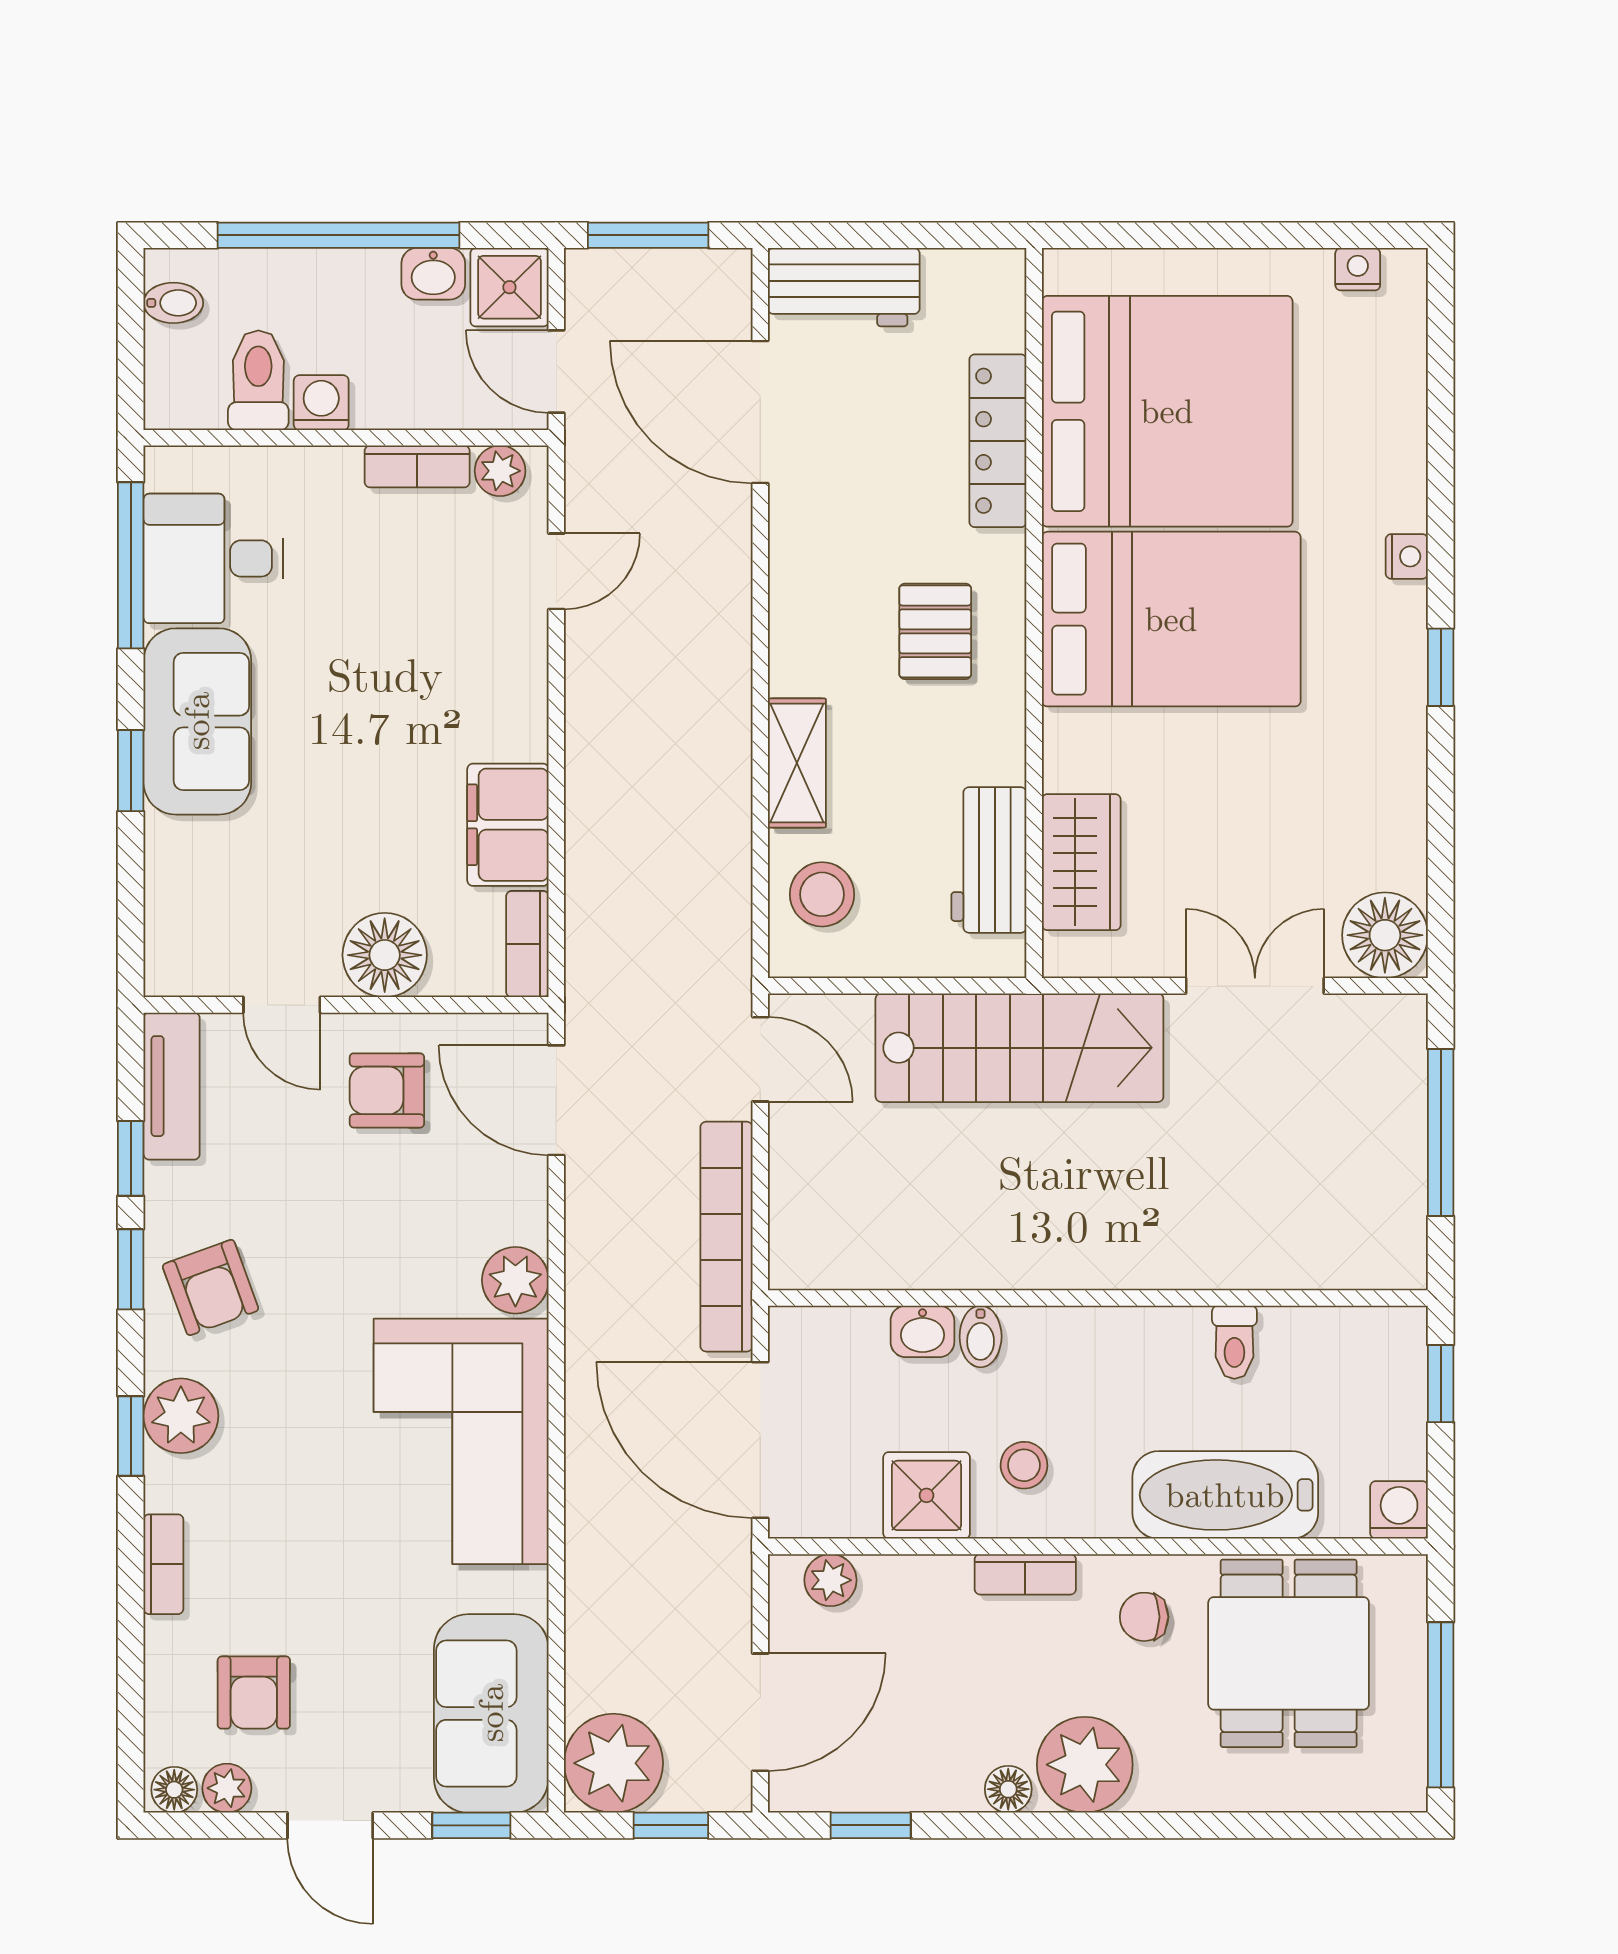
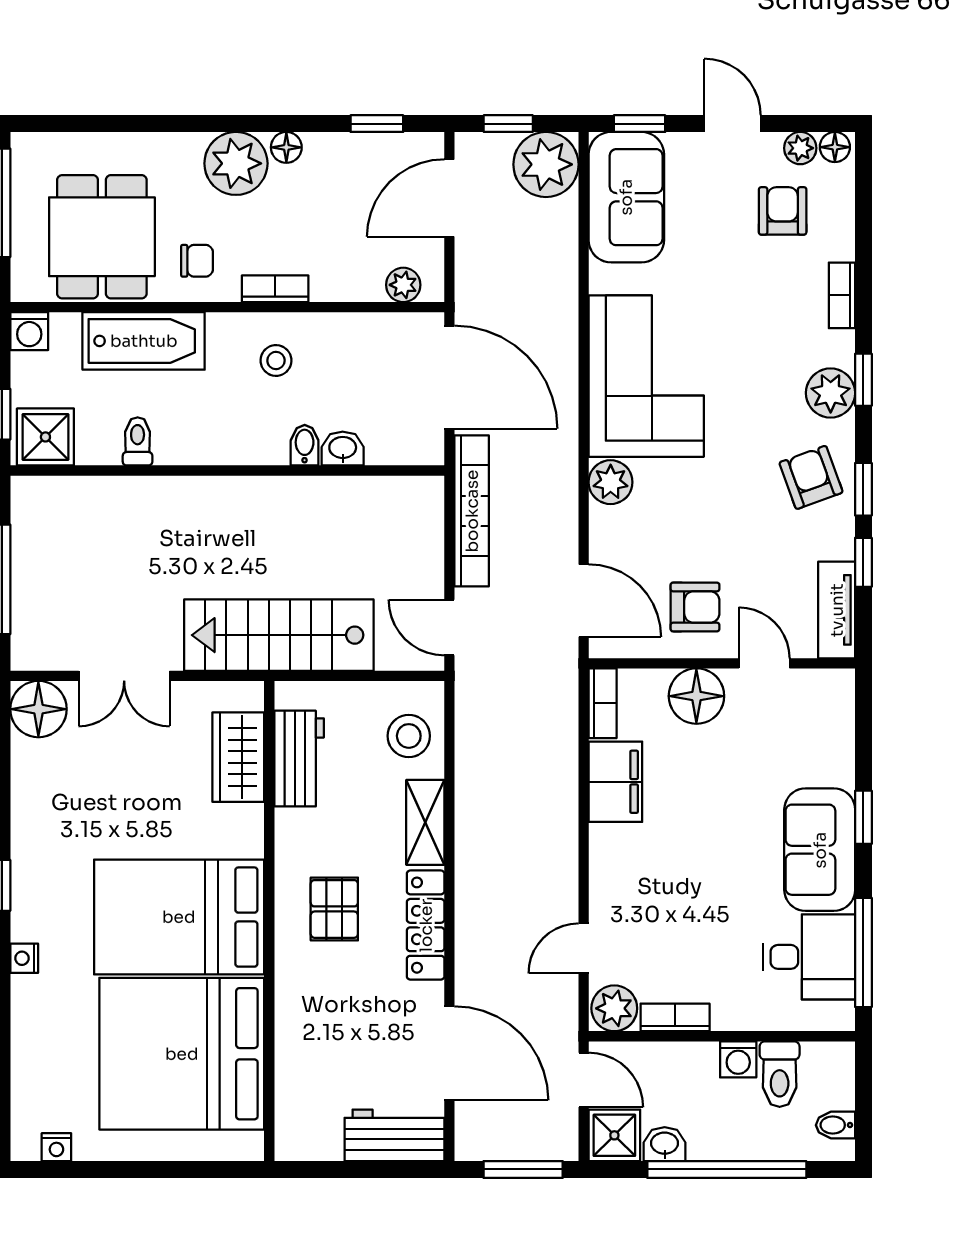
locker: (998, 441) -> (426, 925), moved, turned 180
plant: (500, 471) -> (614, 1008), width x1.38, depth x1.38
shower: (927, 1495) -> (45, 437), moved

